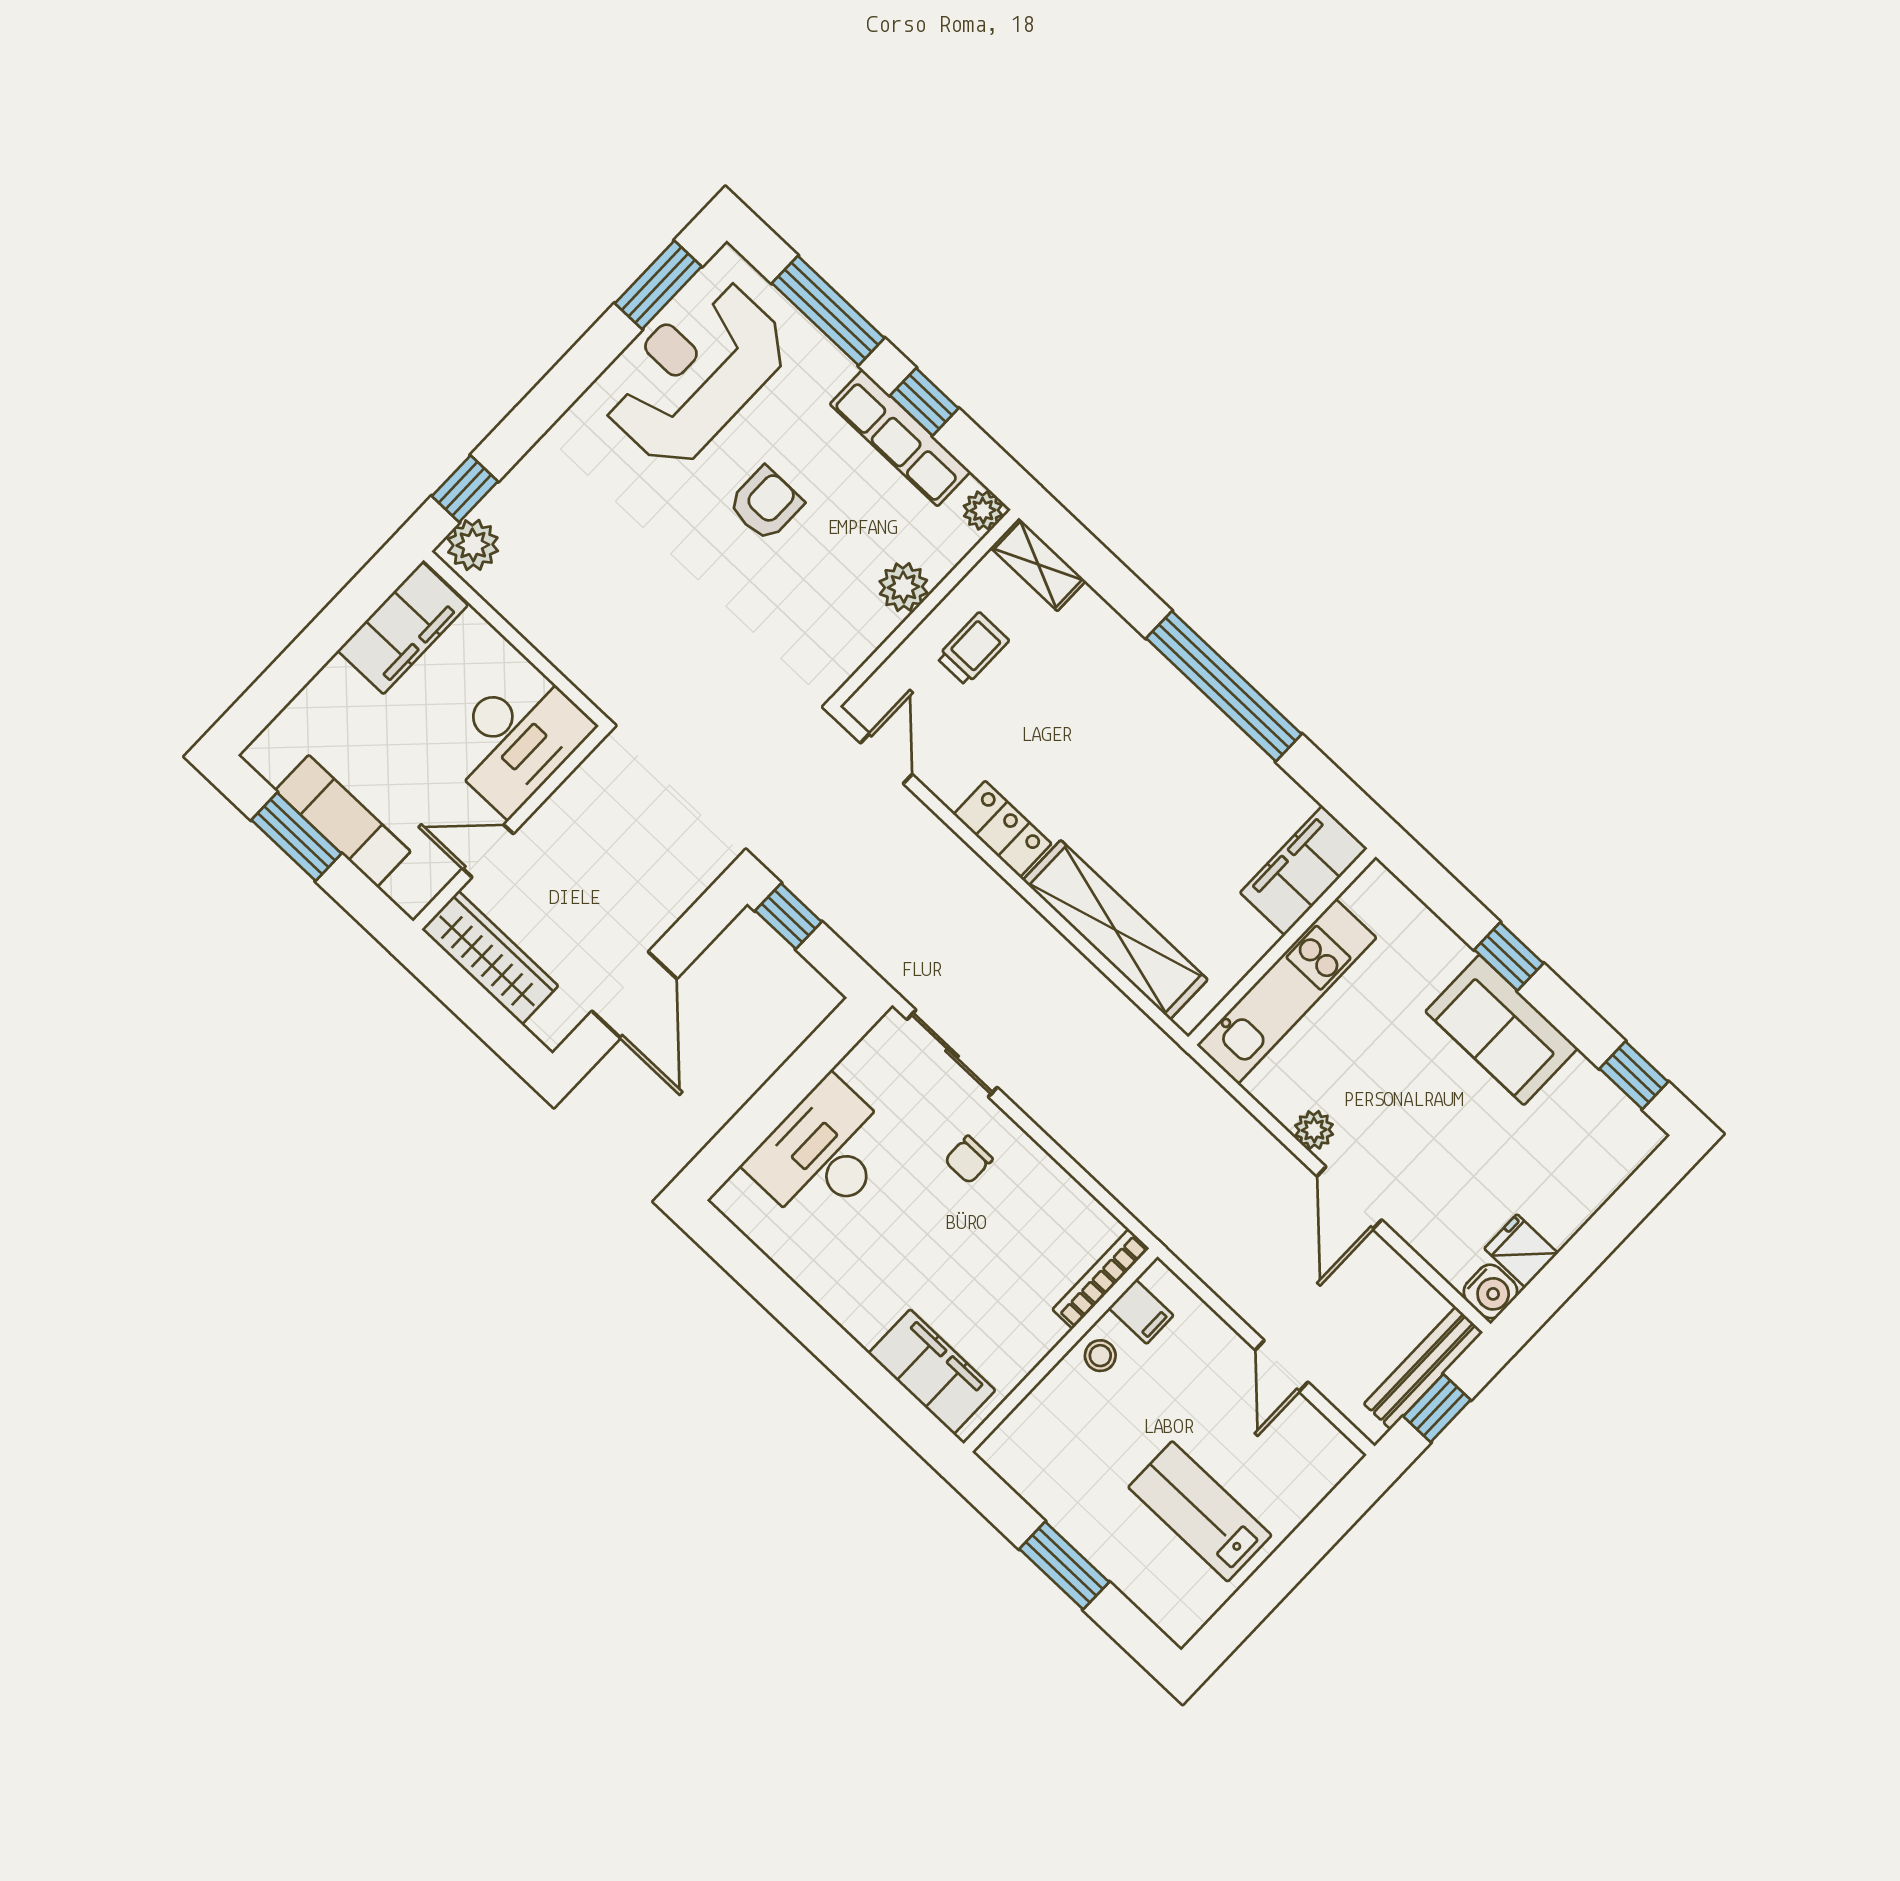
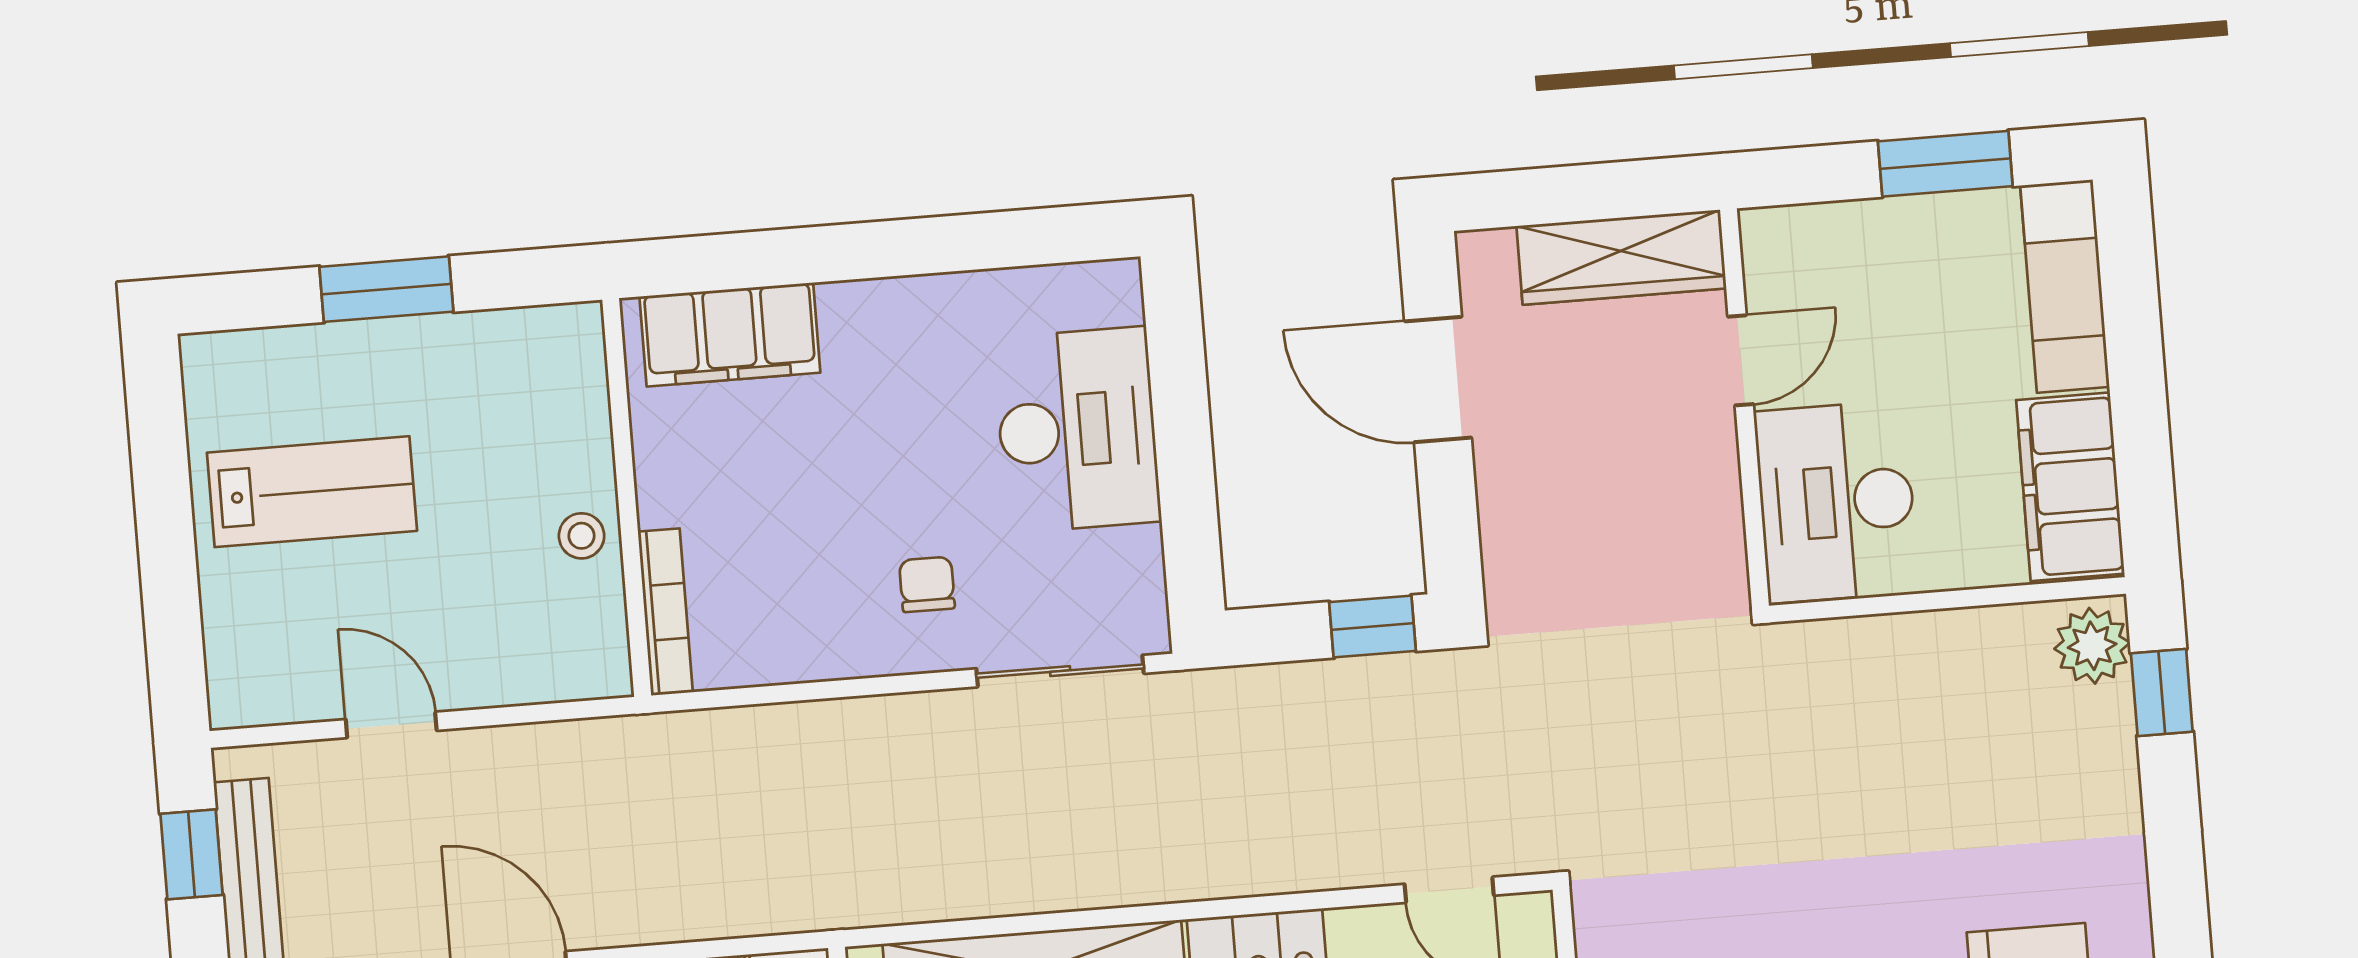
exam couch: (343, 821) -> (2065, 286), moved, turned 90
filing cabinet: (1141, 1312) -> (589, 624), removed

